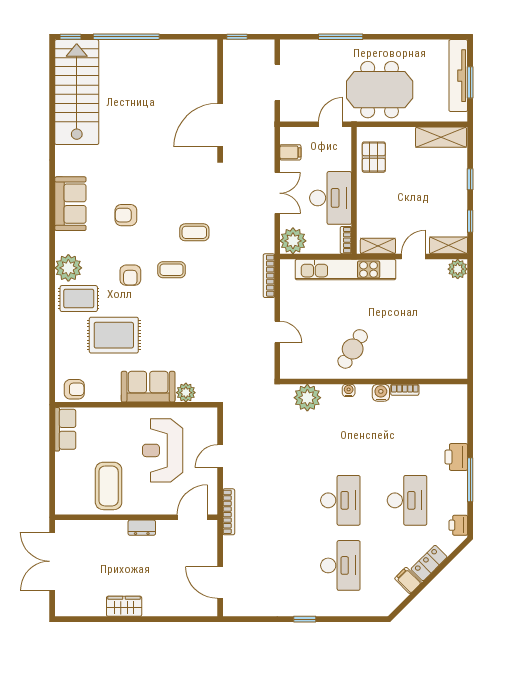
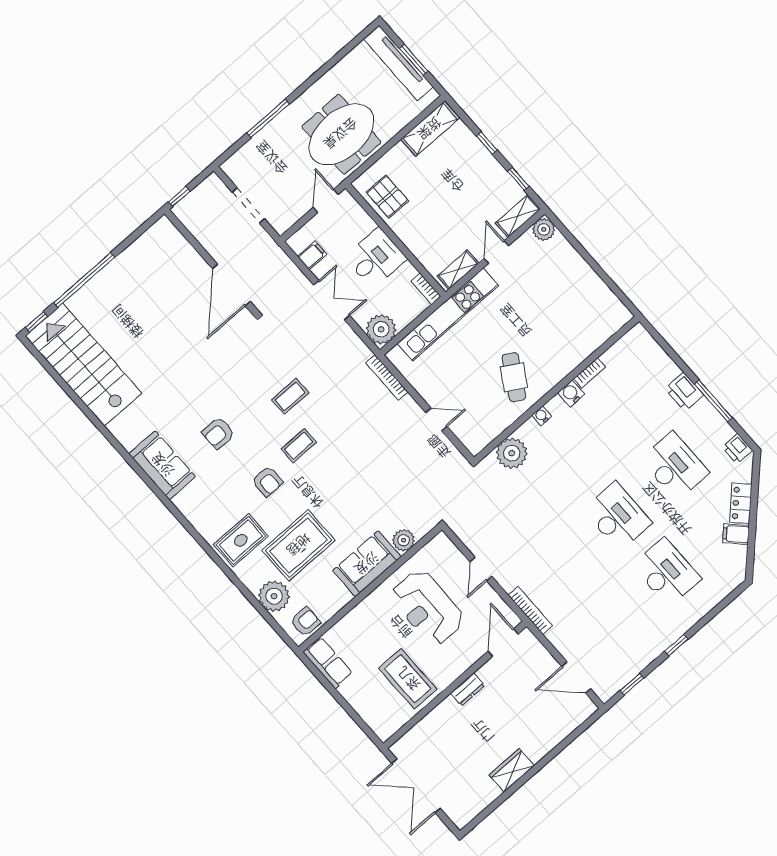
desk: (331, 198) -> (376, 258), width x0.73
plant: (68, 268) -> (274, 596), moved
window: (253, 619) -> (632, 684), added

